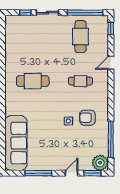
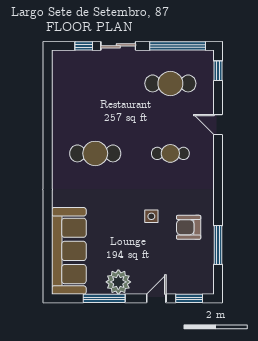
cafe table: (80, 37) -> (170, 83), turned 90
door: (111, 63) -> (218, 125), hinge flipped
armchair: (87, 118) -> (189, 227), moved
window: (111, 139) -> (218, 245), width x0.68
plant: (100, 163) -> (118, 282), moved

